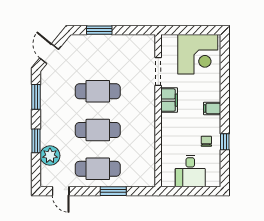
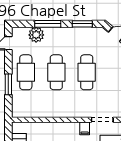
filing cabinet: (169, 100) -> (85, 128), width x0.50
window: (36, 141) -> (48, 24), width x1.44

